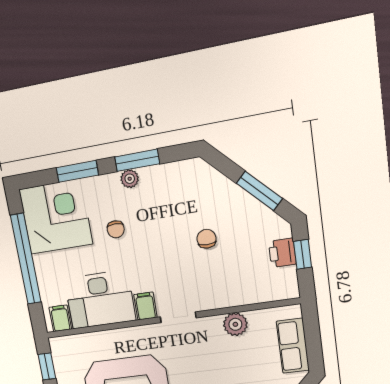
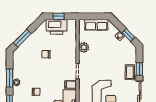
window: (259, 191) -> (22, 38), moved
printer: (282, 253) -> (57, 27), width x1.87, depth x1.48

